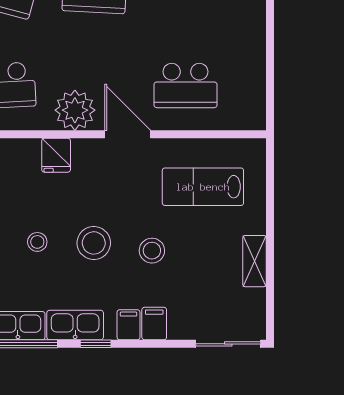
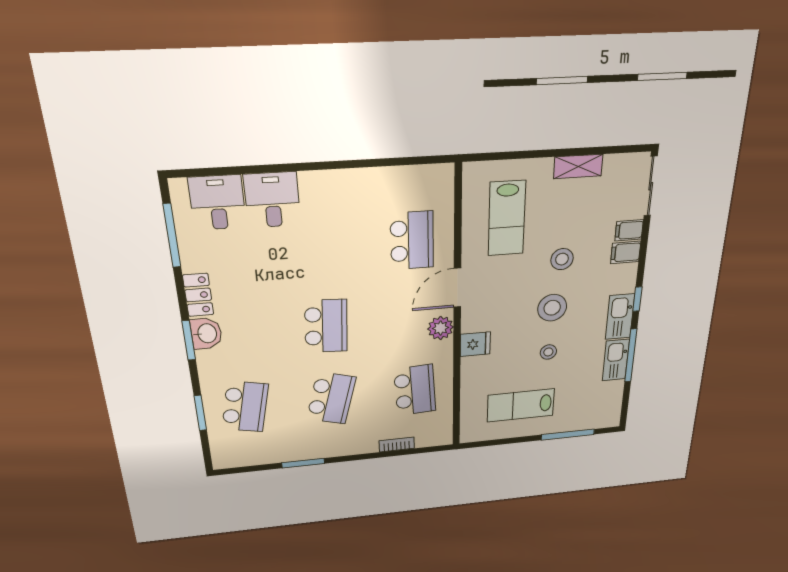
plant: (75, 110) -> (441, 328), width x0.73, depth x0.73
filing cabinet: (128, 325) -> (629, 230), moved

